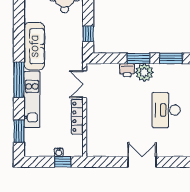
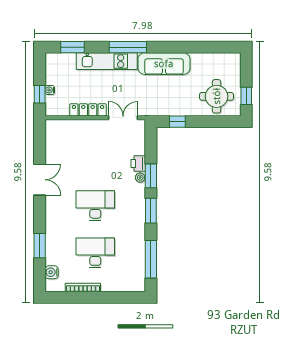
plant: (144, 72) -> (140, 178), width x0.53, depth x0.53

